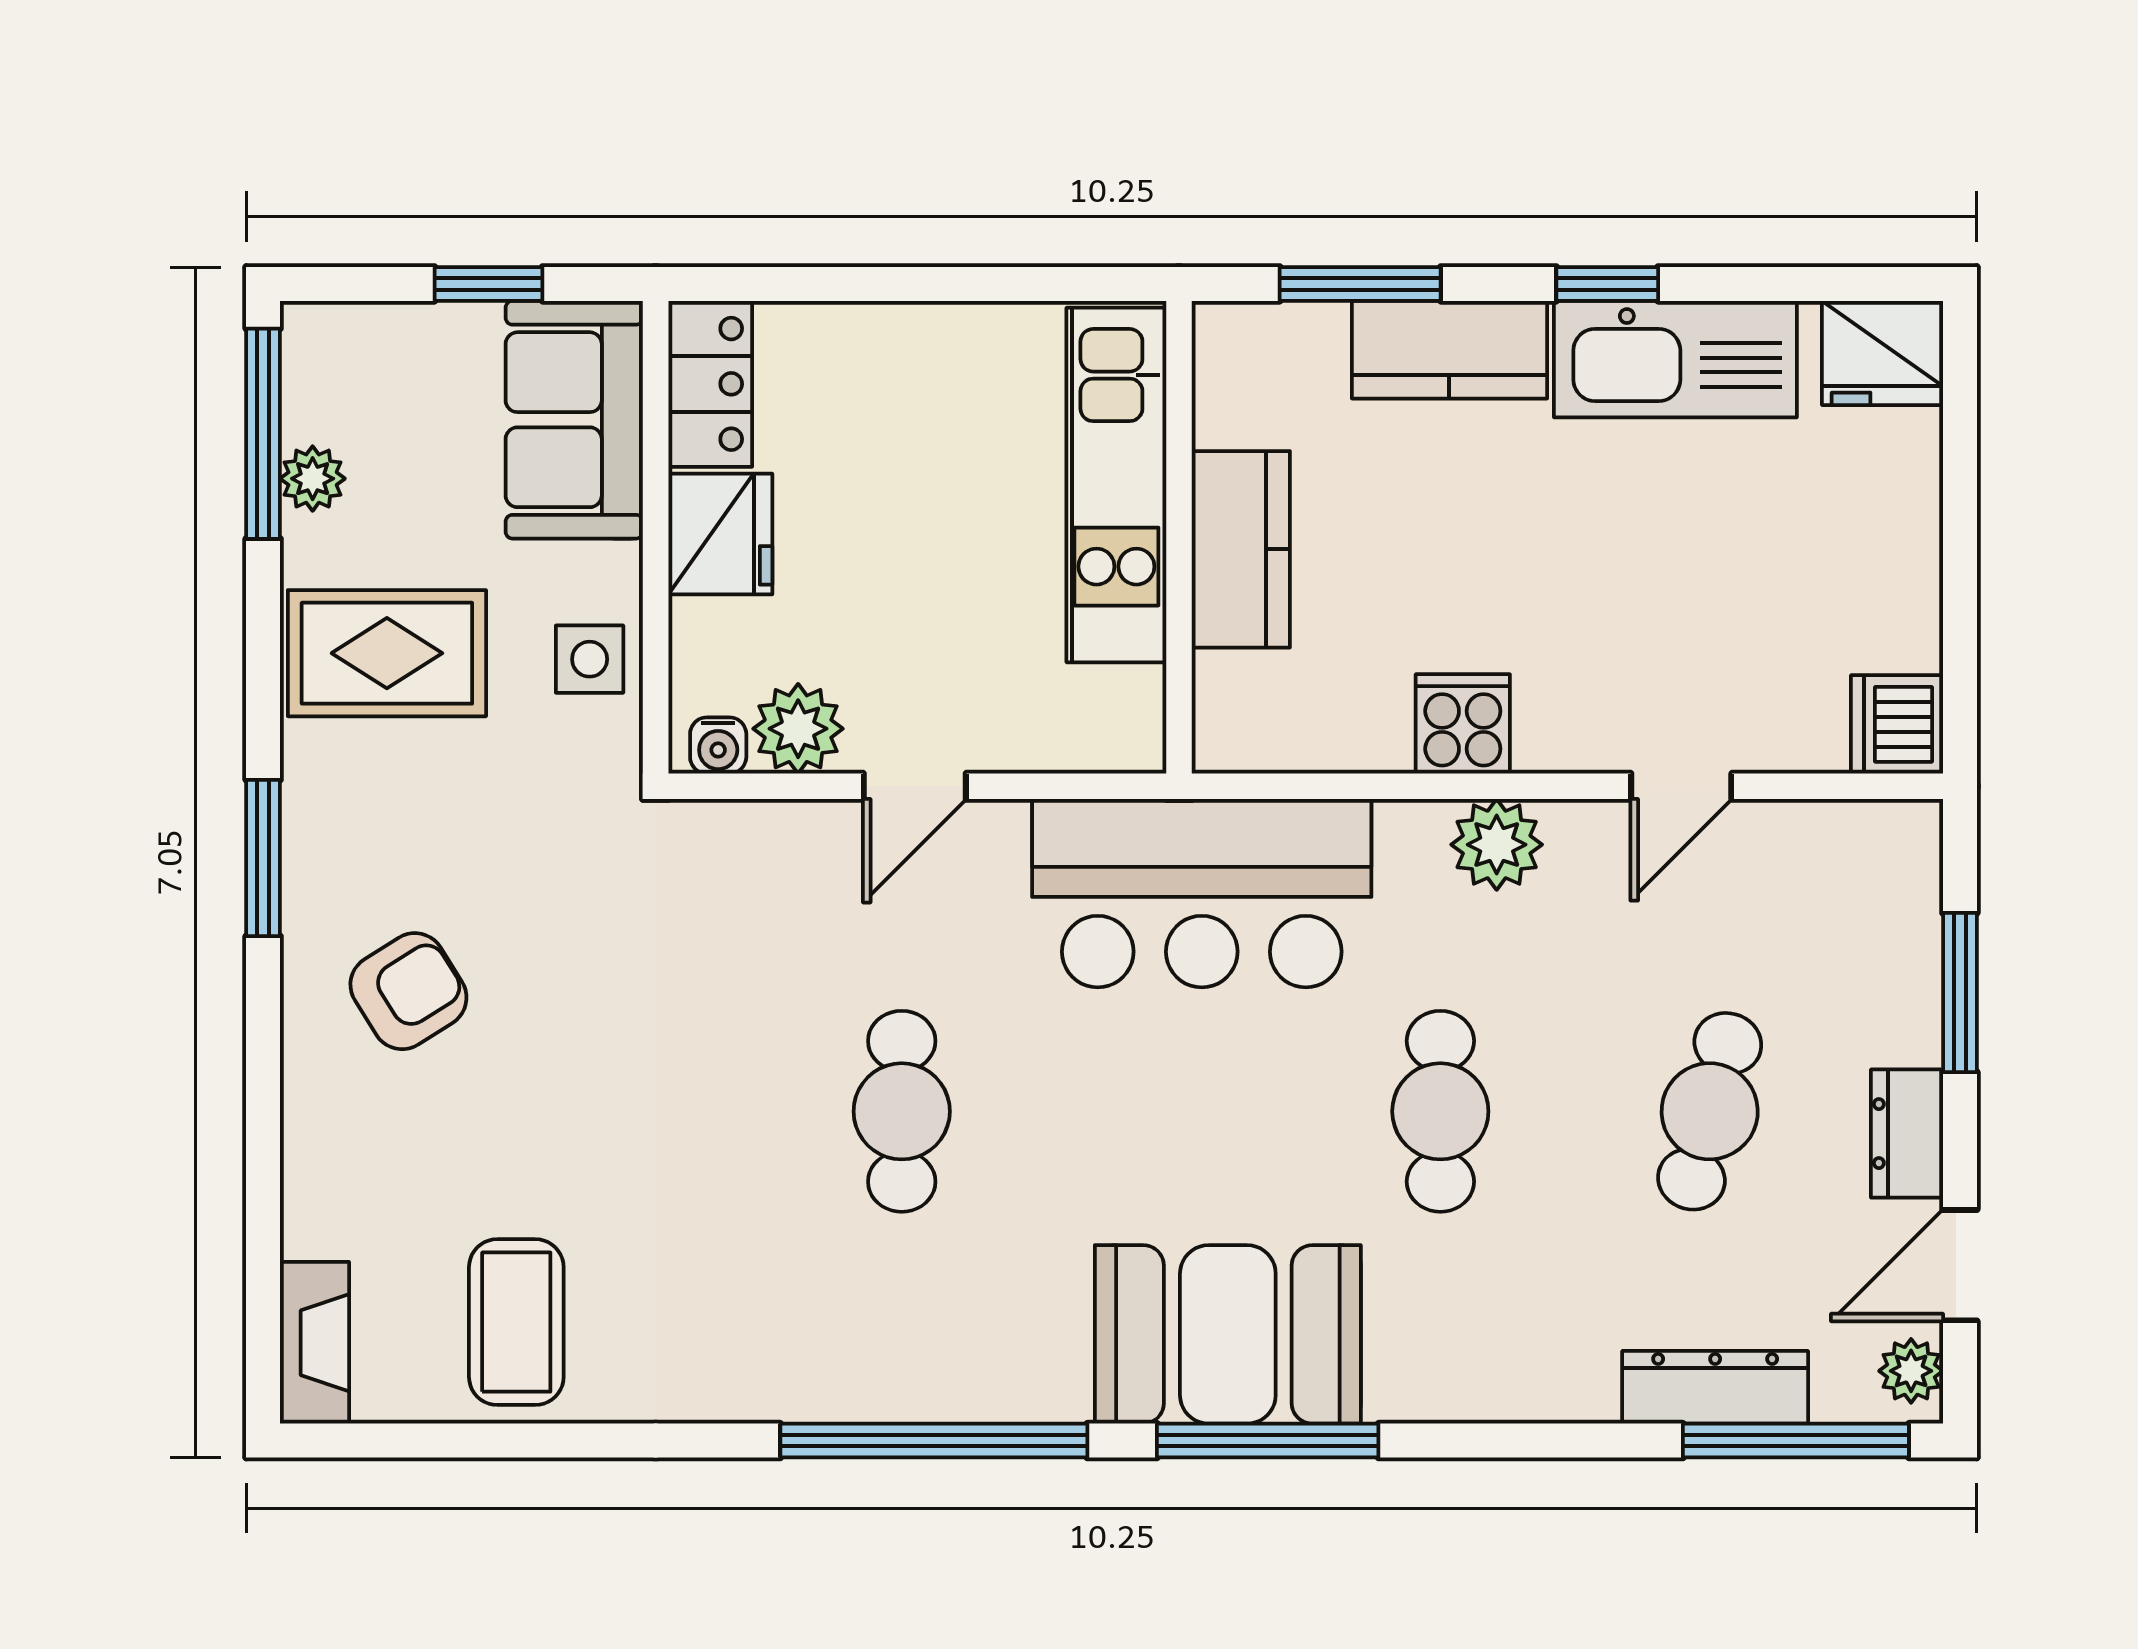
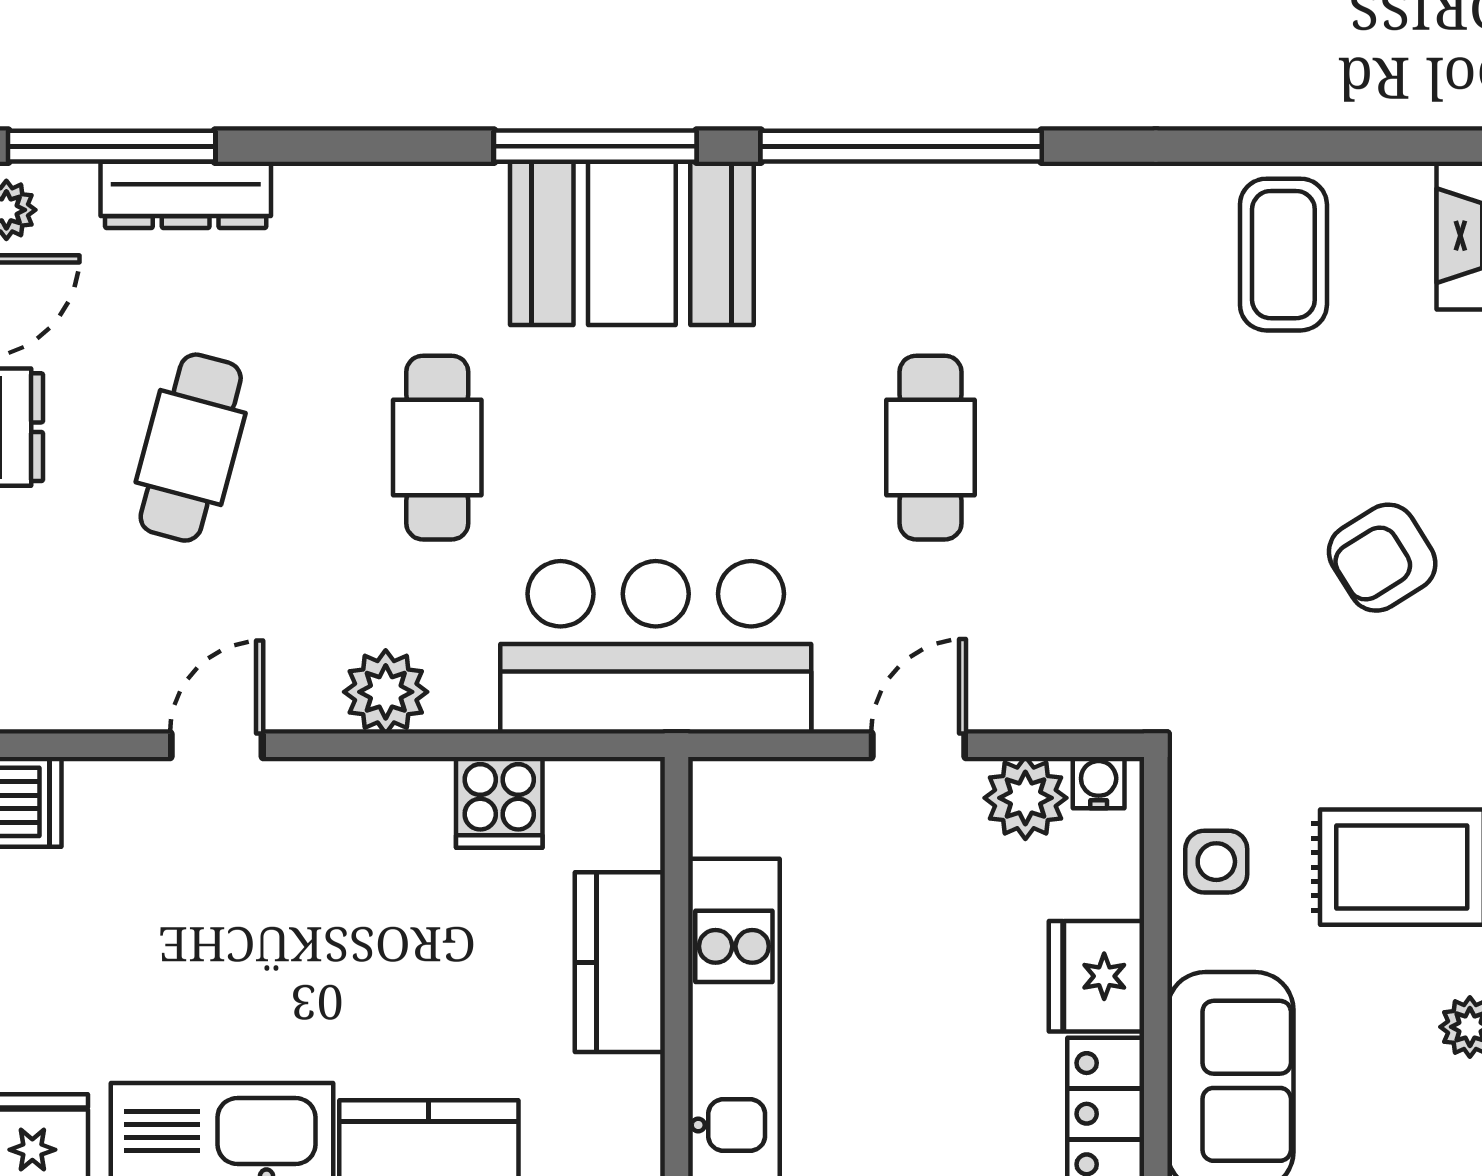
cooker: (1463, 724) -> (499, 802), moved

